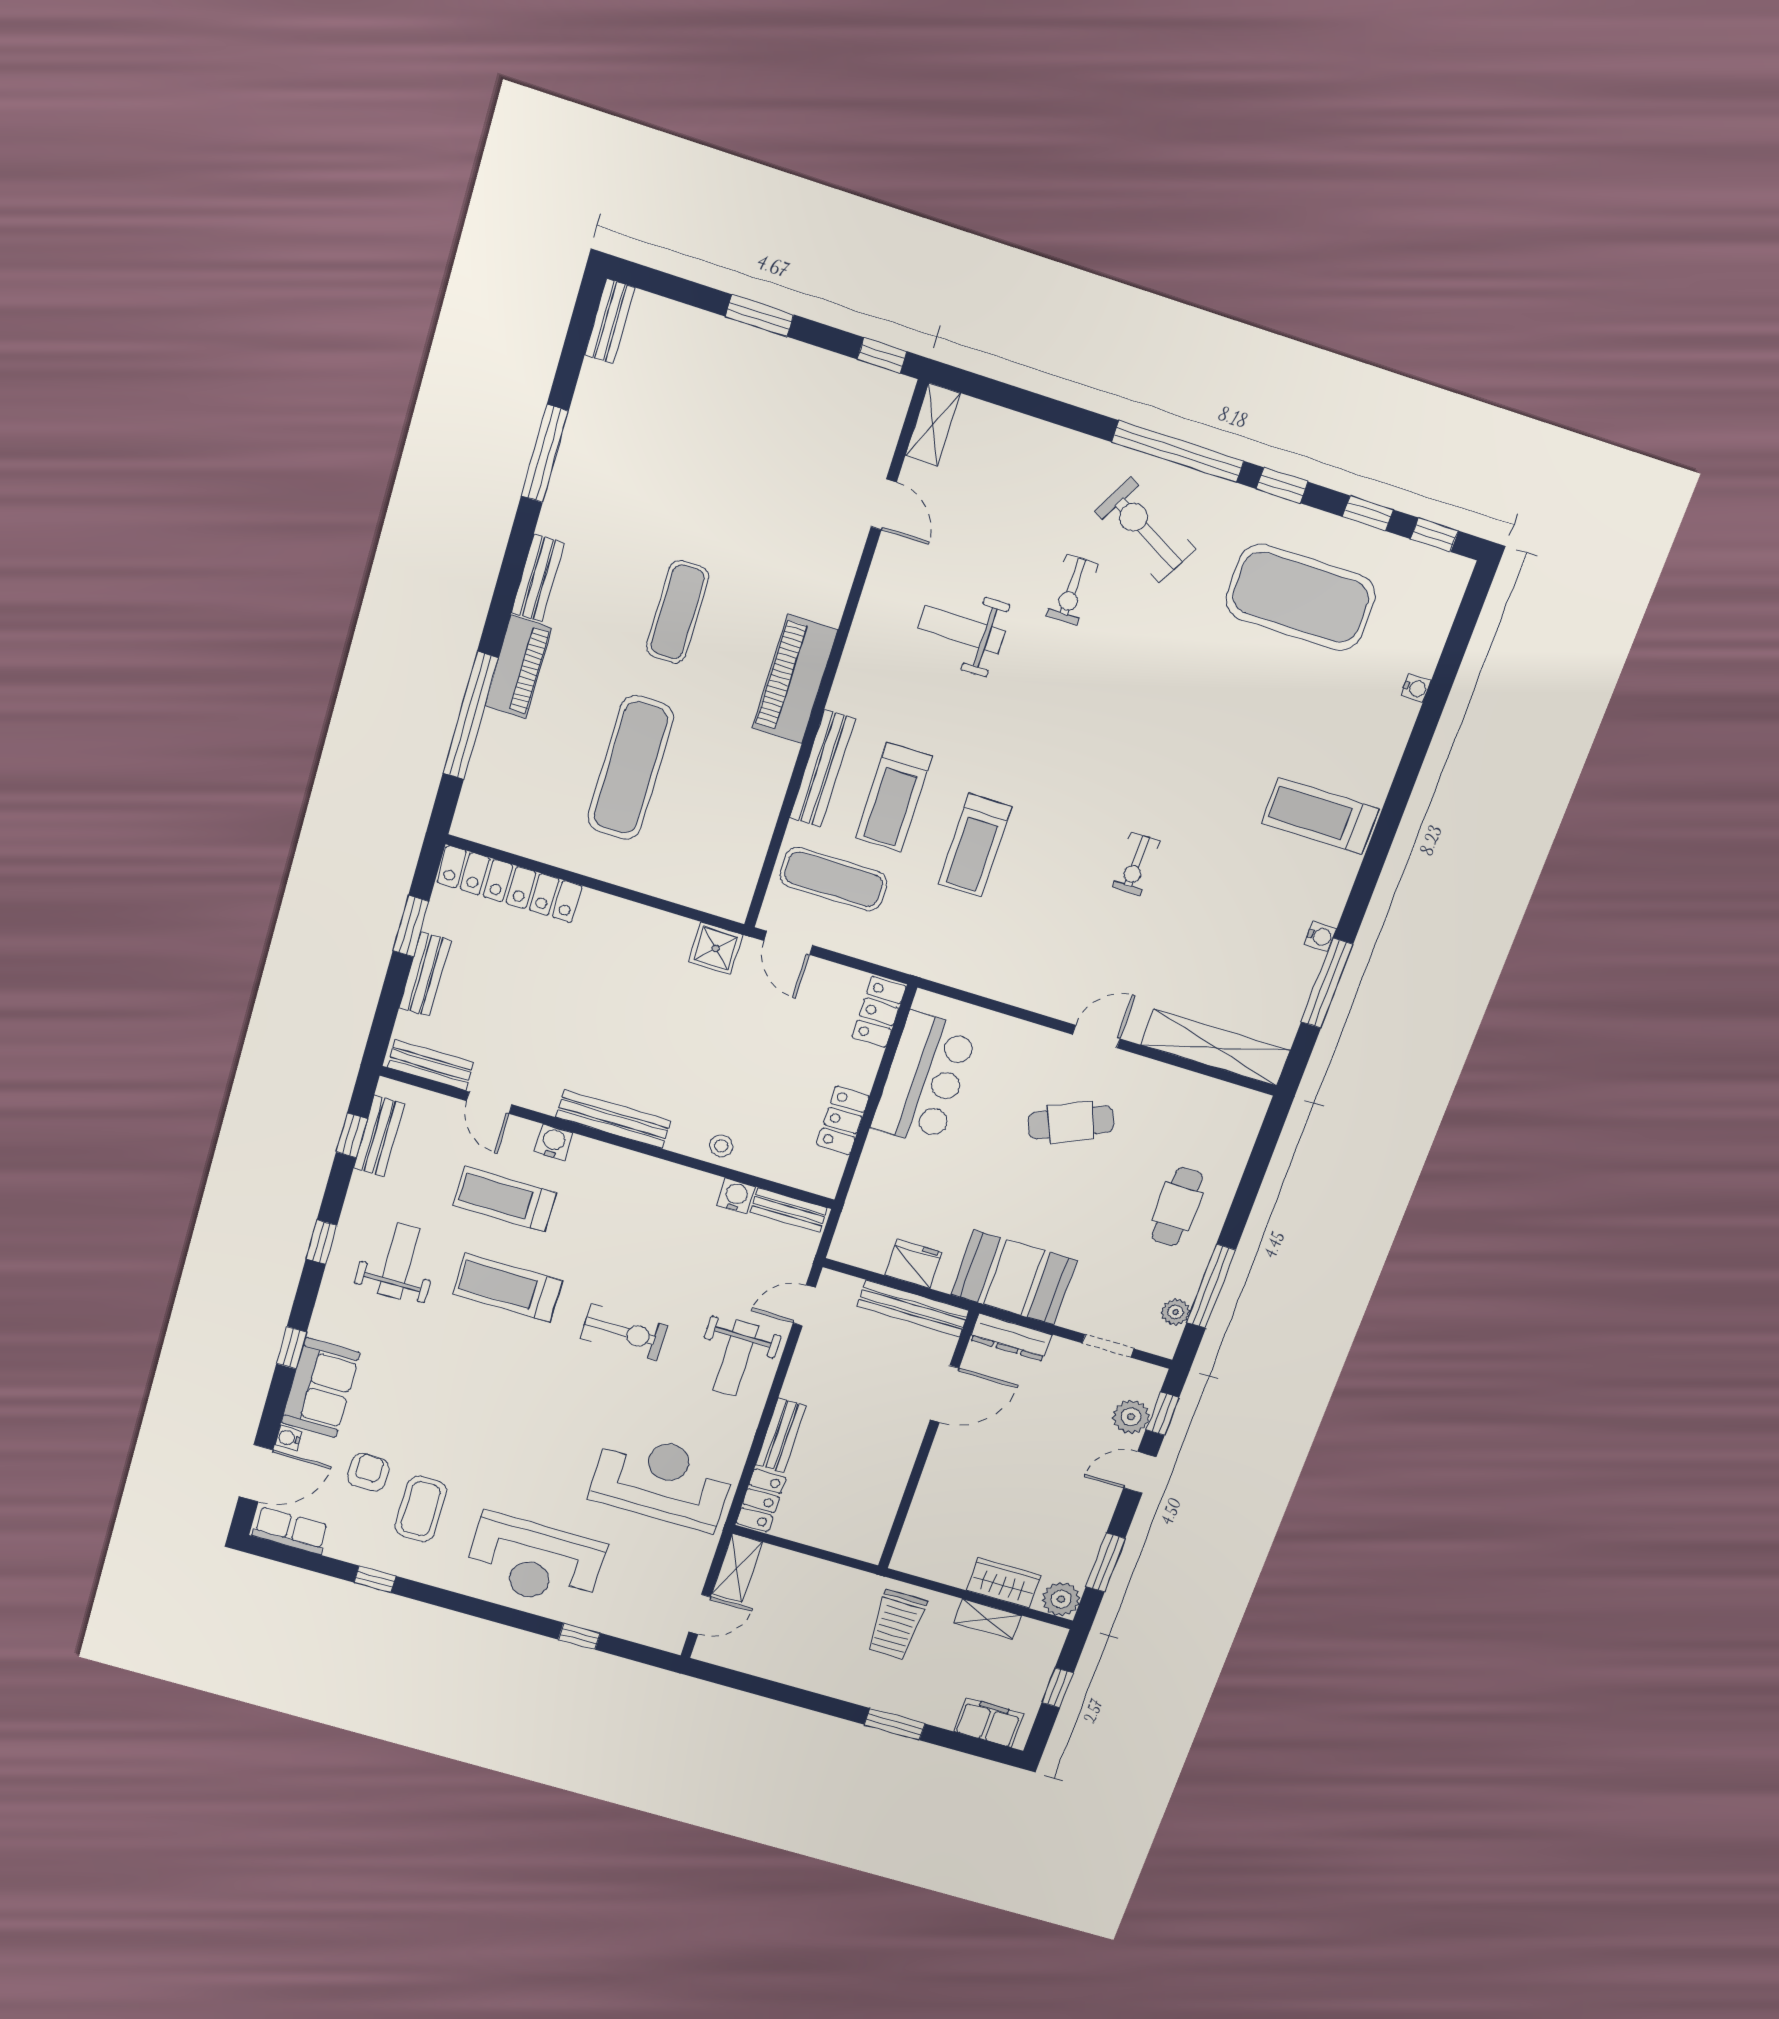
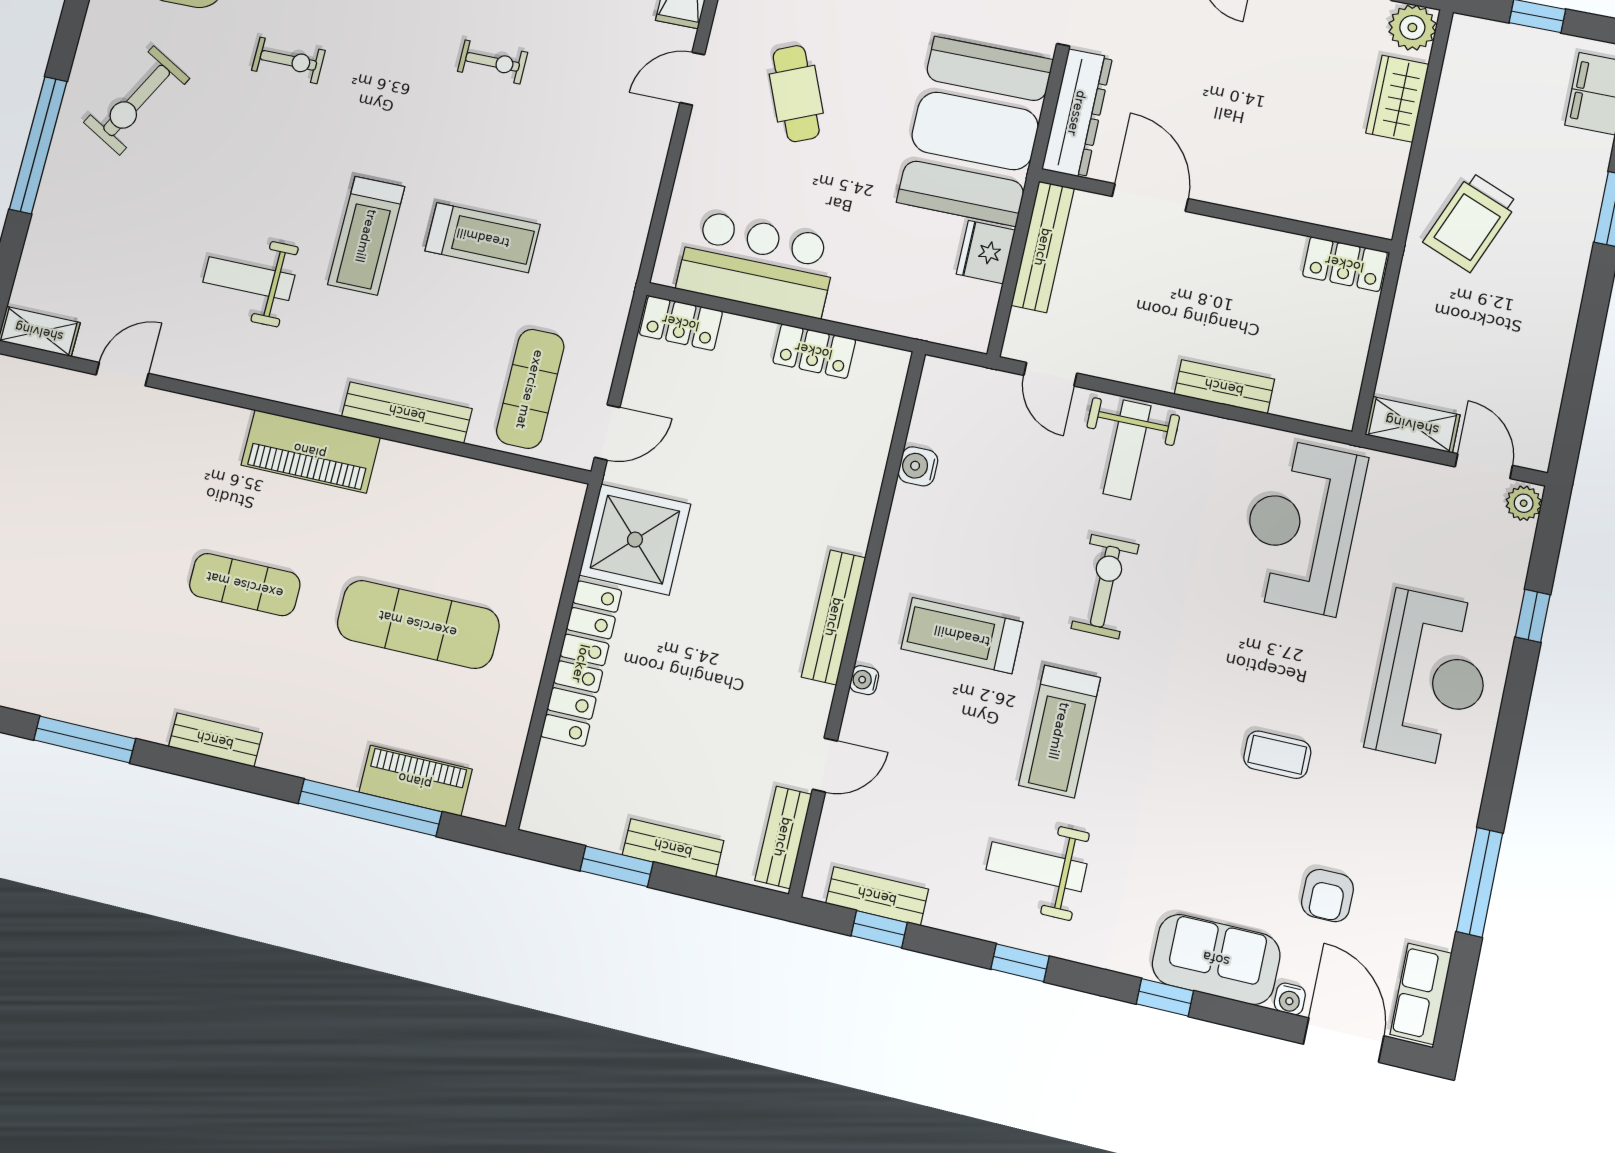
window: (1178, 451) -> (38, 145), moved
exercise bike: (1072, 590) -> (288, 60), moved
weight bench: (961, 630) -> (249, 279), turned 90
piano: (518, 667) -> (415, 781), moved
treadmill: (894, 797) -> (366, 236), moved, turned 90
locker: (509, 884) -> (581, 663), moved
shower: (716, 948) -> (635, 540), width x1.86, depth x1.86
door: (1096, 1037) -> (692, 79), hinge flipped
water cooler: (553, 1142) -> (864, 680), width x0.72, depth x0.72
stool: (721, 1146) -> (857, 489), removed
treadmill: (505, 1199) -> (962, 636), moved, turned 90
bench: (789, 1210) -> (930, 403), removed
booth: (1014, 1278) -> (975, 131), width x1.36, depth x1.42
dresser: (1011, 1337) -> (1077, 113), width x1.37, depth x1.24
weight bench: (736, 1358) -> (1127, 450), turned 90
armchair: (368, 1472) -> (1327, 896), turned -90
locker: (761, 1501) -> (1345, 264), moved, turned 180
coffee table: (421, 1509) -> (1277, 755), moved, width x0.73, depth x0.77
window: (375, 1579) -> (1480, 882), width x2.17
shelving: (988, 1619) -> (1450, 112), removed
trolley: (896, 1625) -> (1470, 222), turned 112
plant: (668, 1639) -> (1524, 503), added

